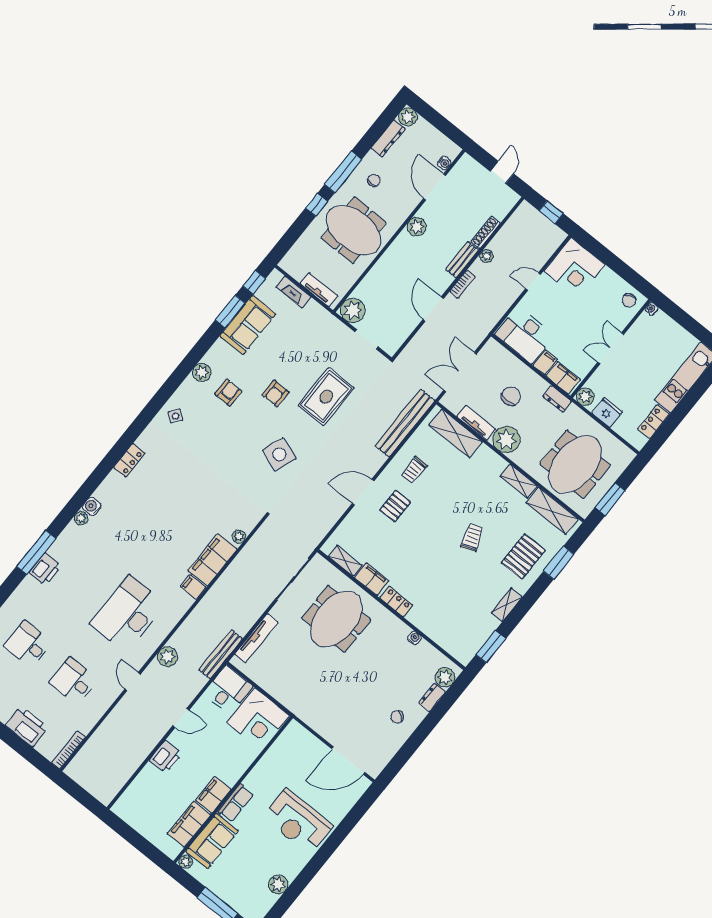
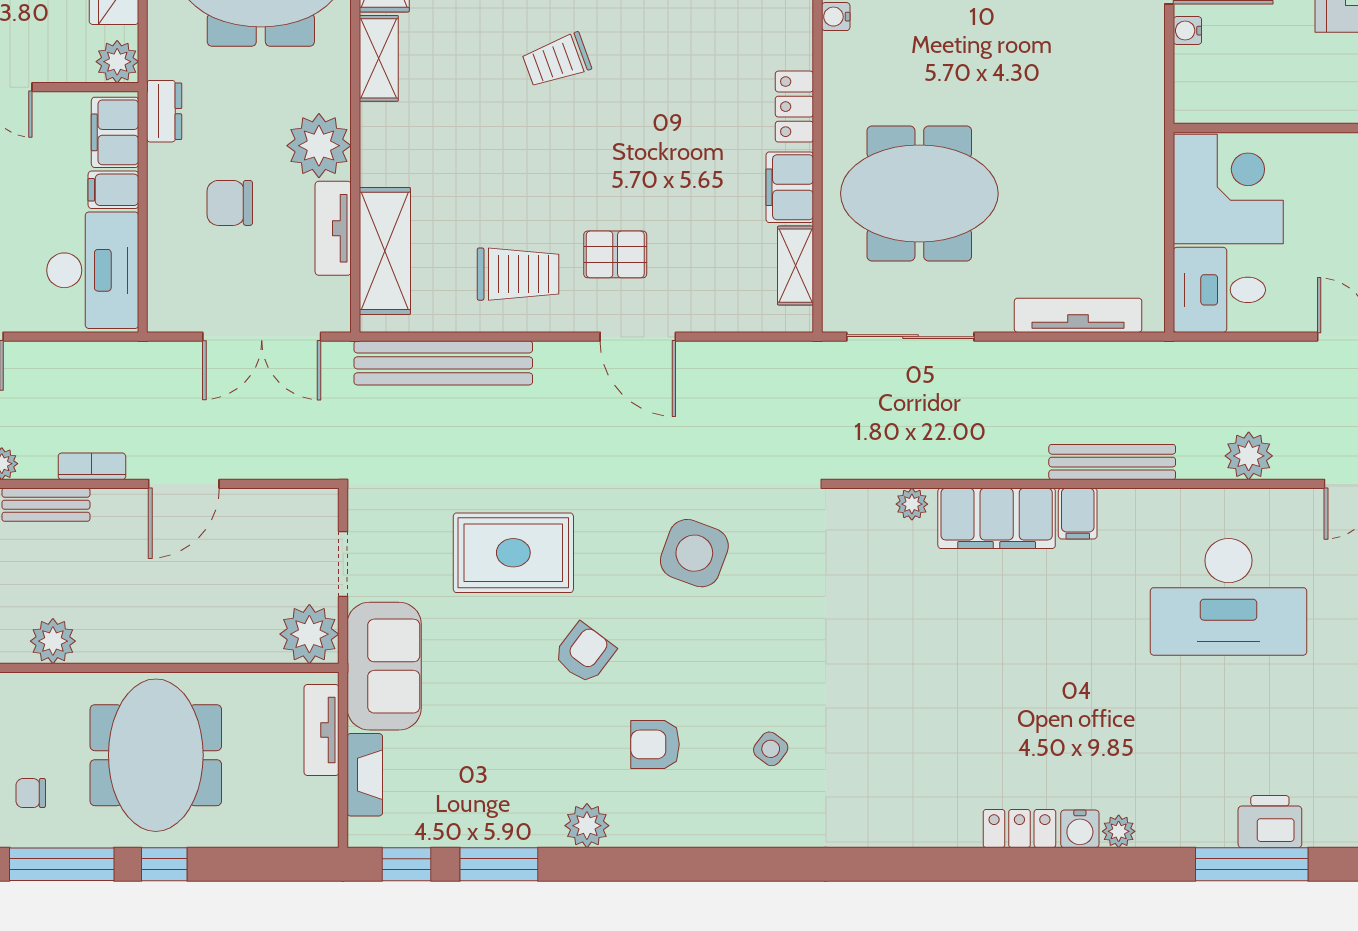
sofa: (248, 325) -> (384, 666), moved, turned 90
plant: (202, 372) -> (587, 826), moved
armchair: (276, 393) -> (584, 653), turned -53
side table: (175, 416) -> (771, 749), moved
locker: (129, 460) -> (1019, 829), moved
trolley: (414, 470) -> (518, 274), width x1.36, depth x1.39
bench: (221, 654) -> (1112, 462), moved
water cooler: (319, 747) -> (1187, 31), added

